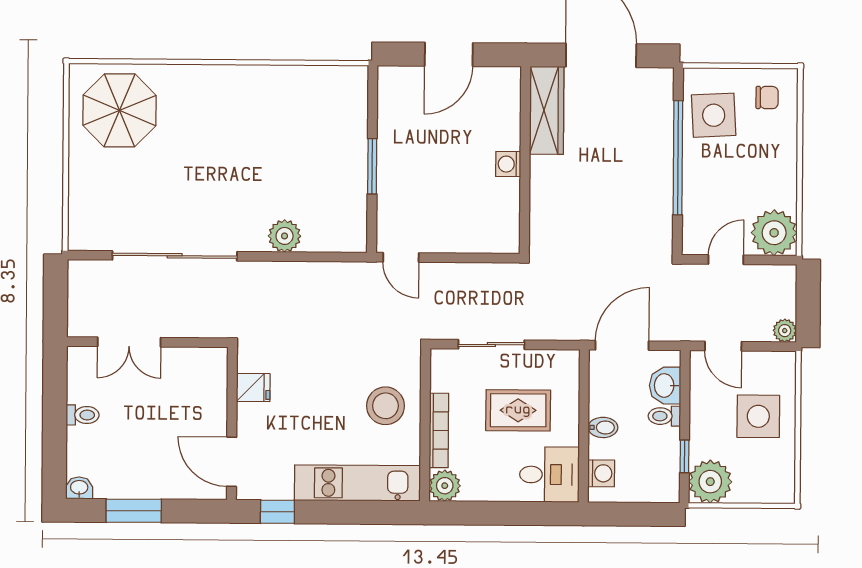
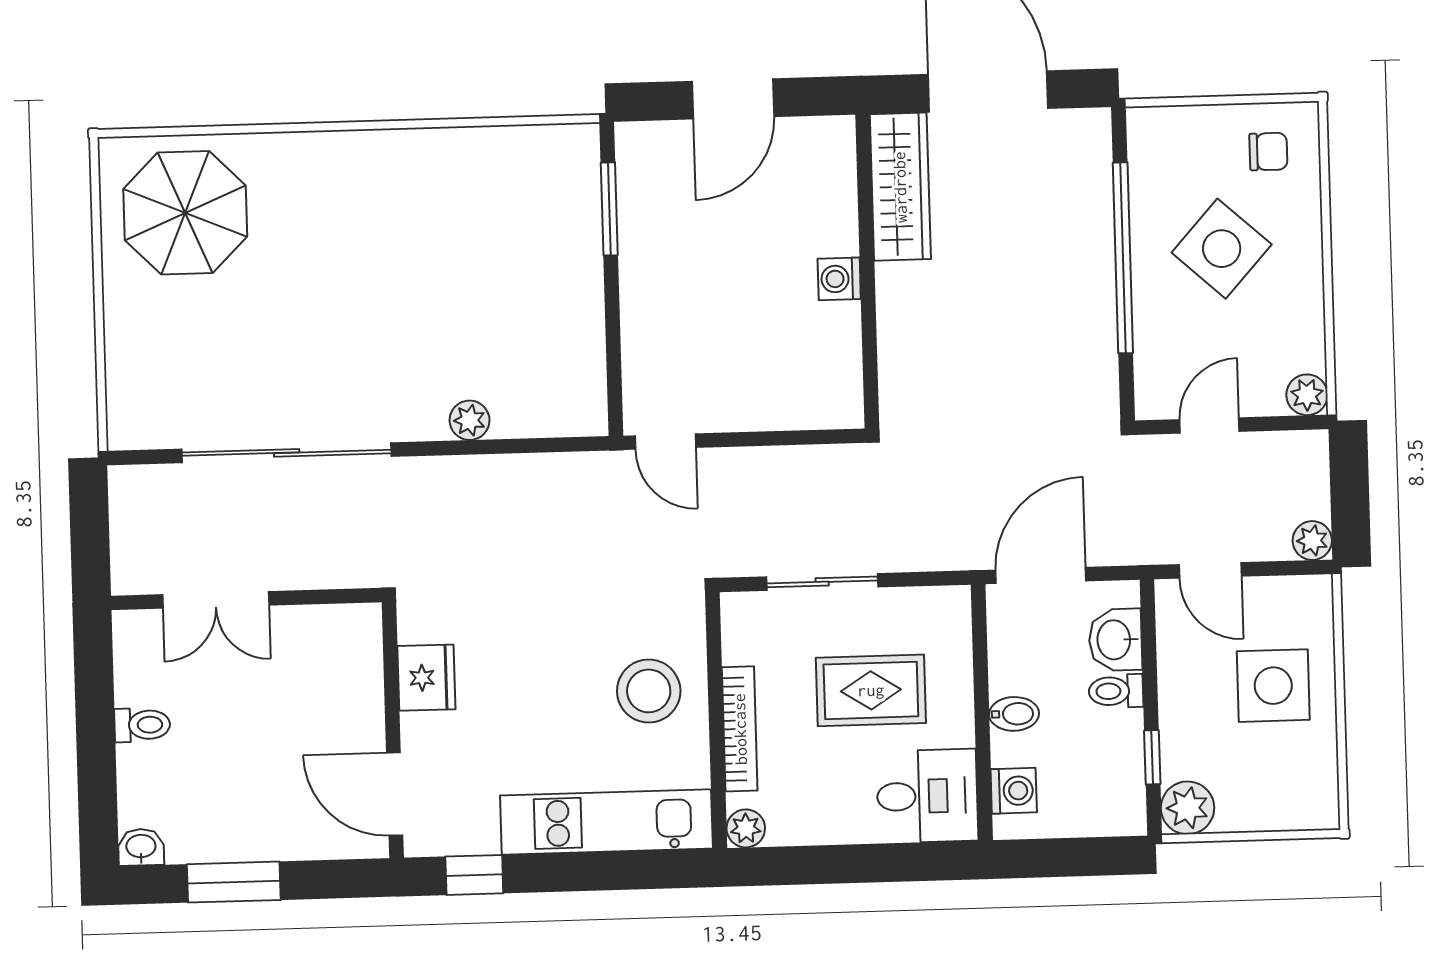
side table: (714, 115) -> (1222, 249), moved, turned 45
window: (372, 166) -> (609, 209), moved
plant: (774, 233) -> (1307, 395), width x0.53, depth x0.53
plant: (285, 236) -> (470, 420), width x0.73, depth x0.73
fridge: (253, 388) -> (426, 678), width x1.38
plant: (710, 482) -> (1188, 808), width x0.73, depth x0.73
plant: (445, 486) -> (746, 828), width x0.73, depth x0.73

